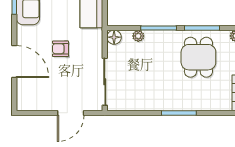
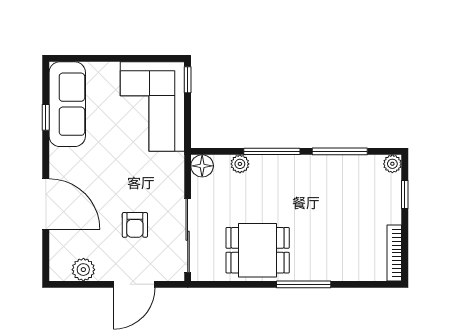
armchair: (60, 49) -> (135, 225), moved, turned -90
dining table: (198, 57) -> (258, 250), moved, turned 90
plant: (38, 103) -> (83, 270), added

